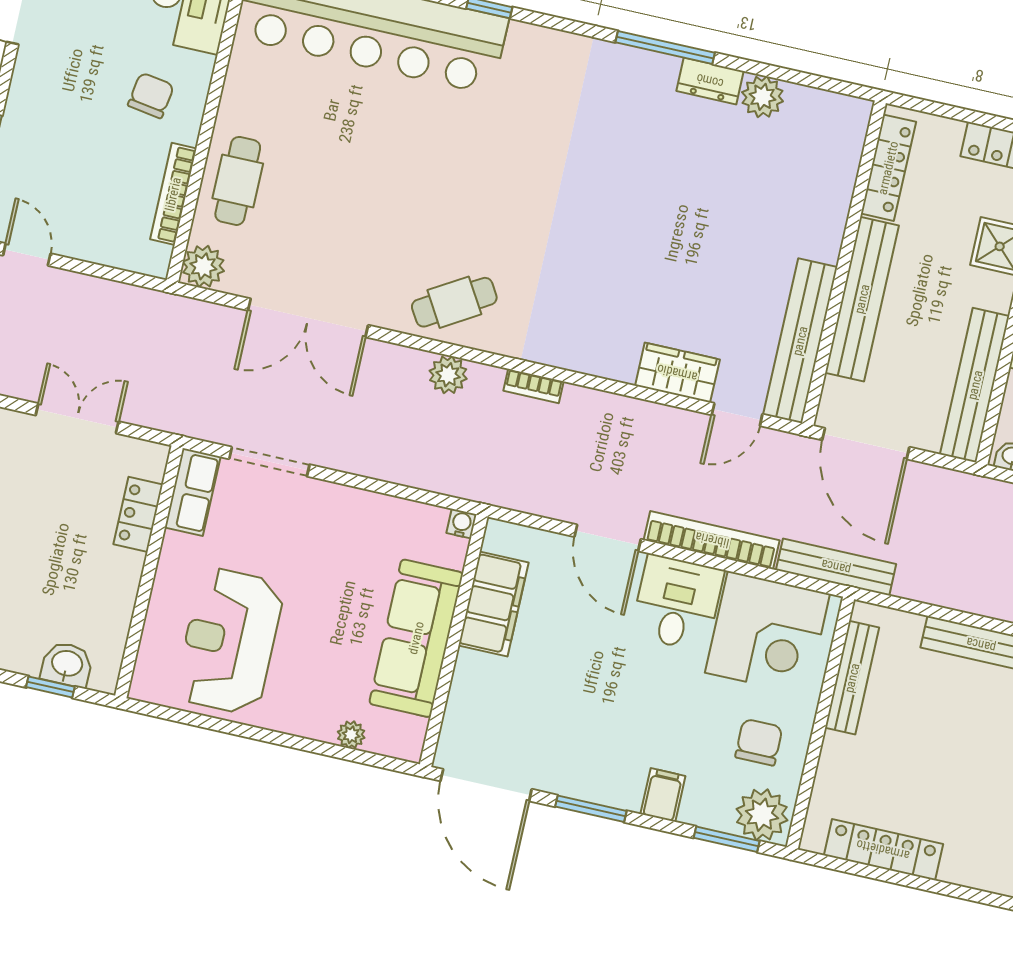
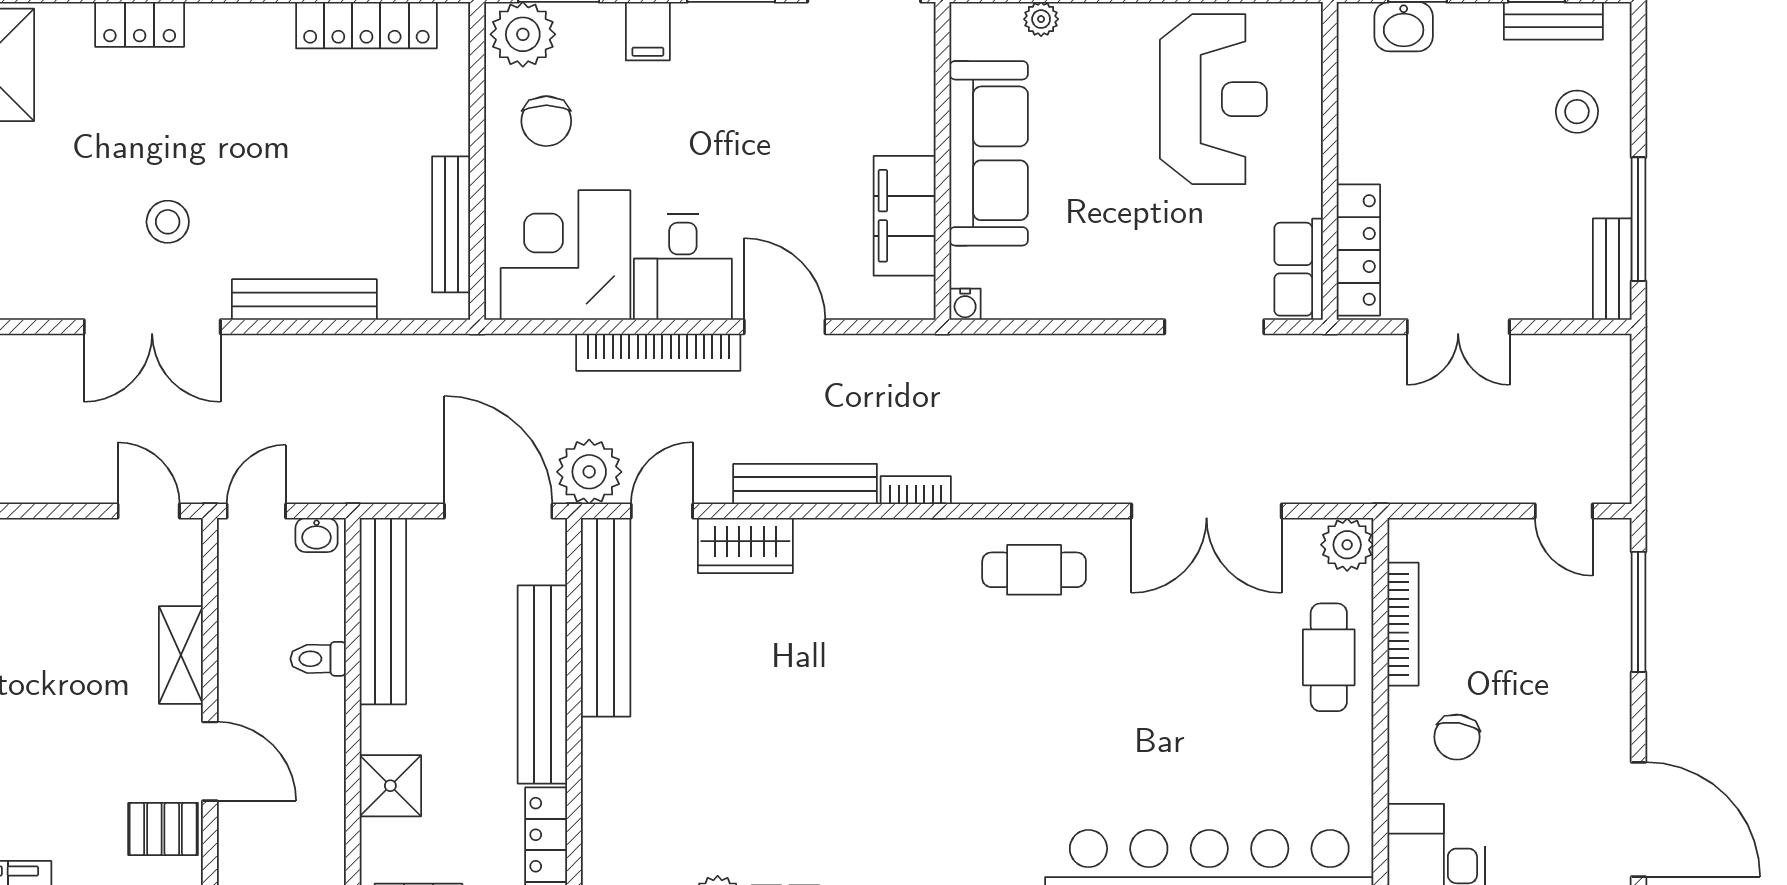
cafe table: (454, 302) -> (1034, 570), turned 31
double door: (308, 318) -> (1207, 511), swing flipped
plant: (448, 375) -> (589, 472), moved, width x1.36, depth x1.36
locker: (138, 514) -> (1358, 250), width x1.53
bench: (836, 567) -> (805, 484), moved

